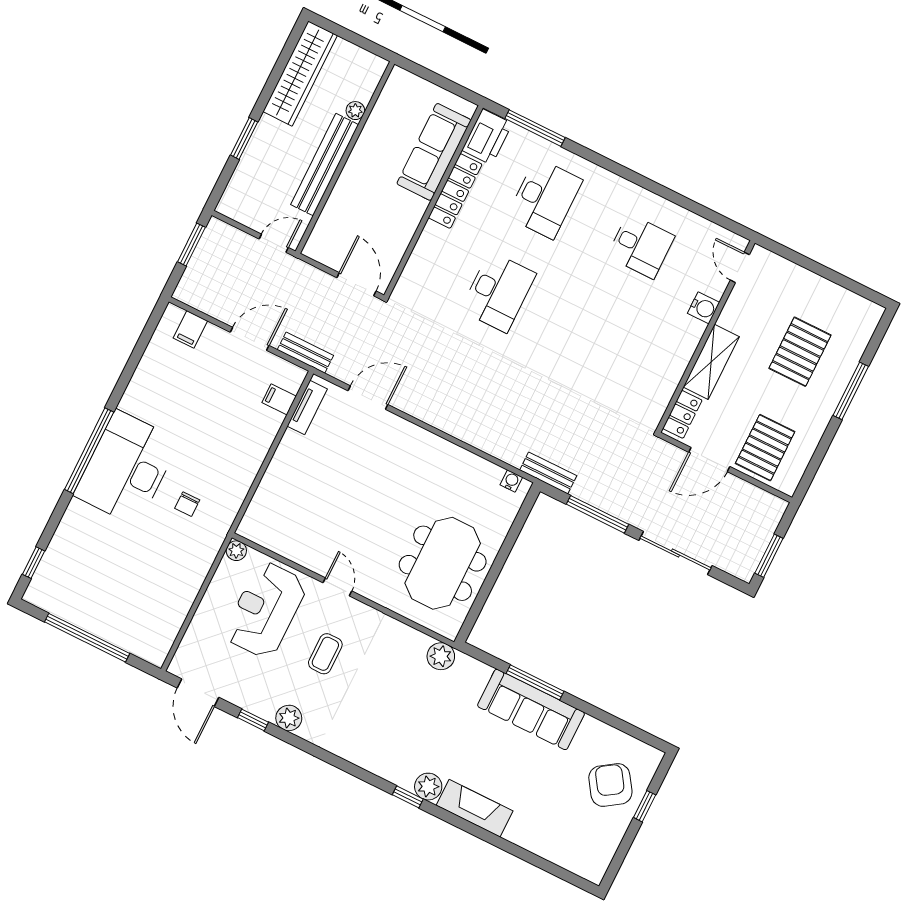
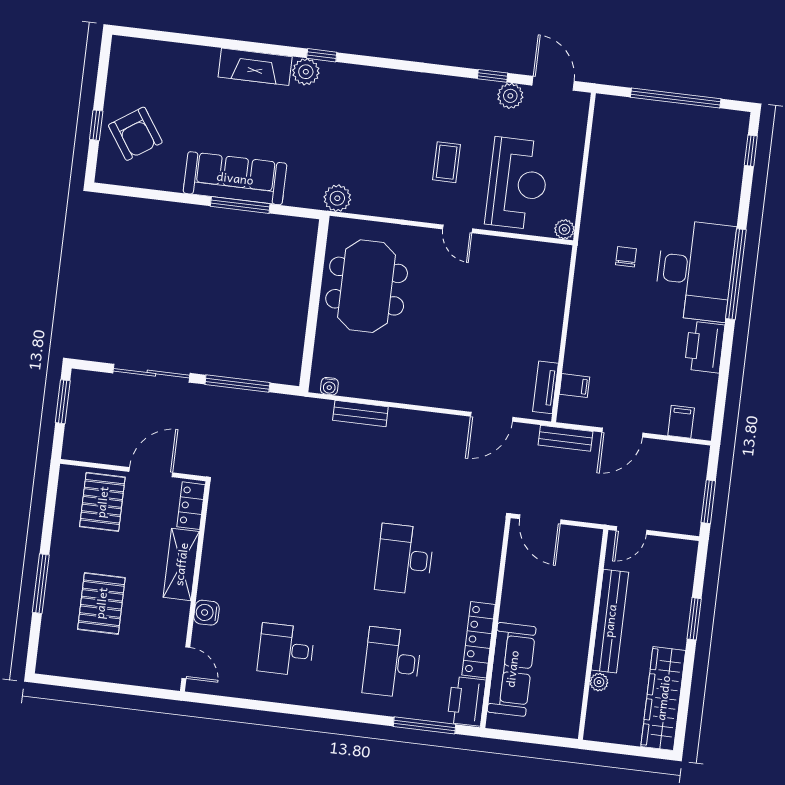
printer: (143, 392) -> (705, 347), added
bench: (548, 473) -> (360, 414), moved
plant: (289, 718) -> (510, 96), moved

